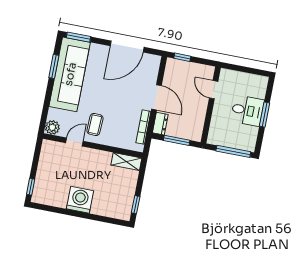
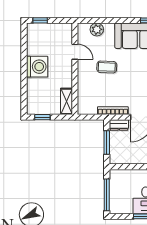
door: (74, 142) -> (75, 52), moved
wall: (93, 146) -> (75, 69), moved
shelving: (126, 162) -> (66, 101), moved

